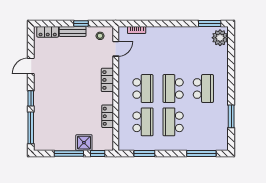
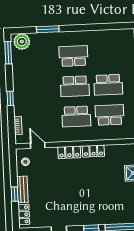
window: (81, 24) -> (15, 194), moved
window: (164, 24) -> (10, 98), added
school desk: (143, 89) -> (76, 116), turned 180
locker: (108, 116) -> (93, 151), moved
window: (231, 116) -> (48, 29), moved

